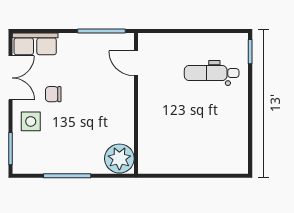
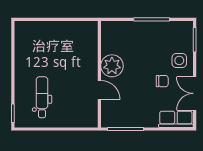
door: (136, 63) -> (99, 90), moved
dental chair: (212, 73) -> (42, 97), turned -90
plant: (119, 159) -> (112, 66), moved

